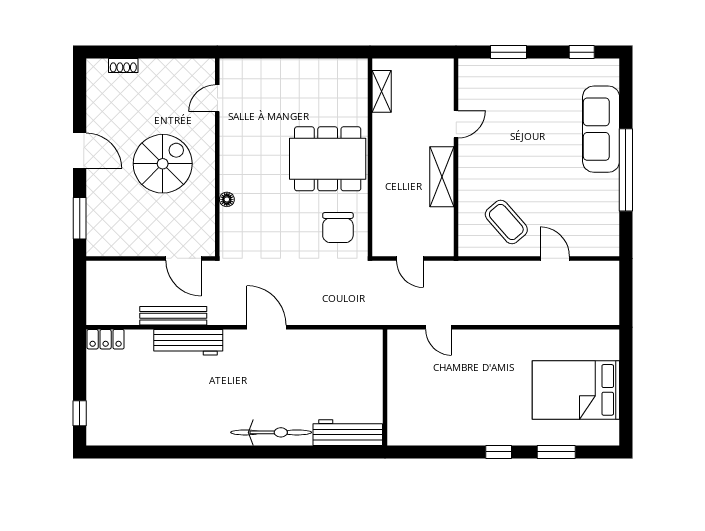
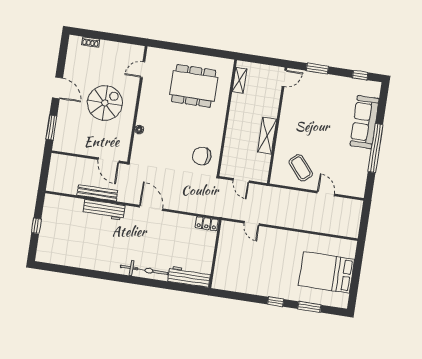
door: (456, 124) -> (284, 78), moved
dining table: (328, 159) -> (194, 86), moved
chair: (338, 228) -> (202, 156), turned 90
locker: (106, 339) -> (207, 224), moved
window: (80, 413) -> (36, 226), moved

